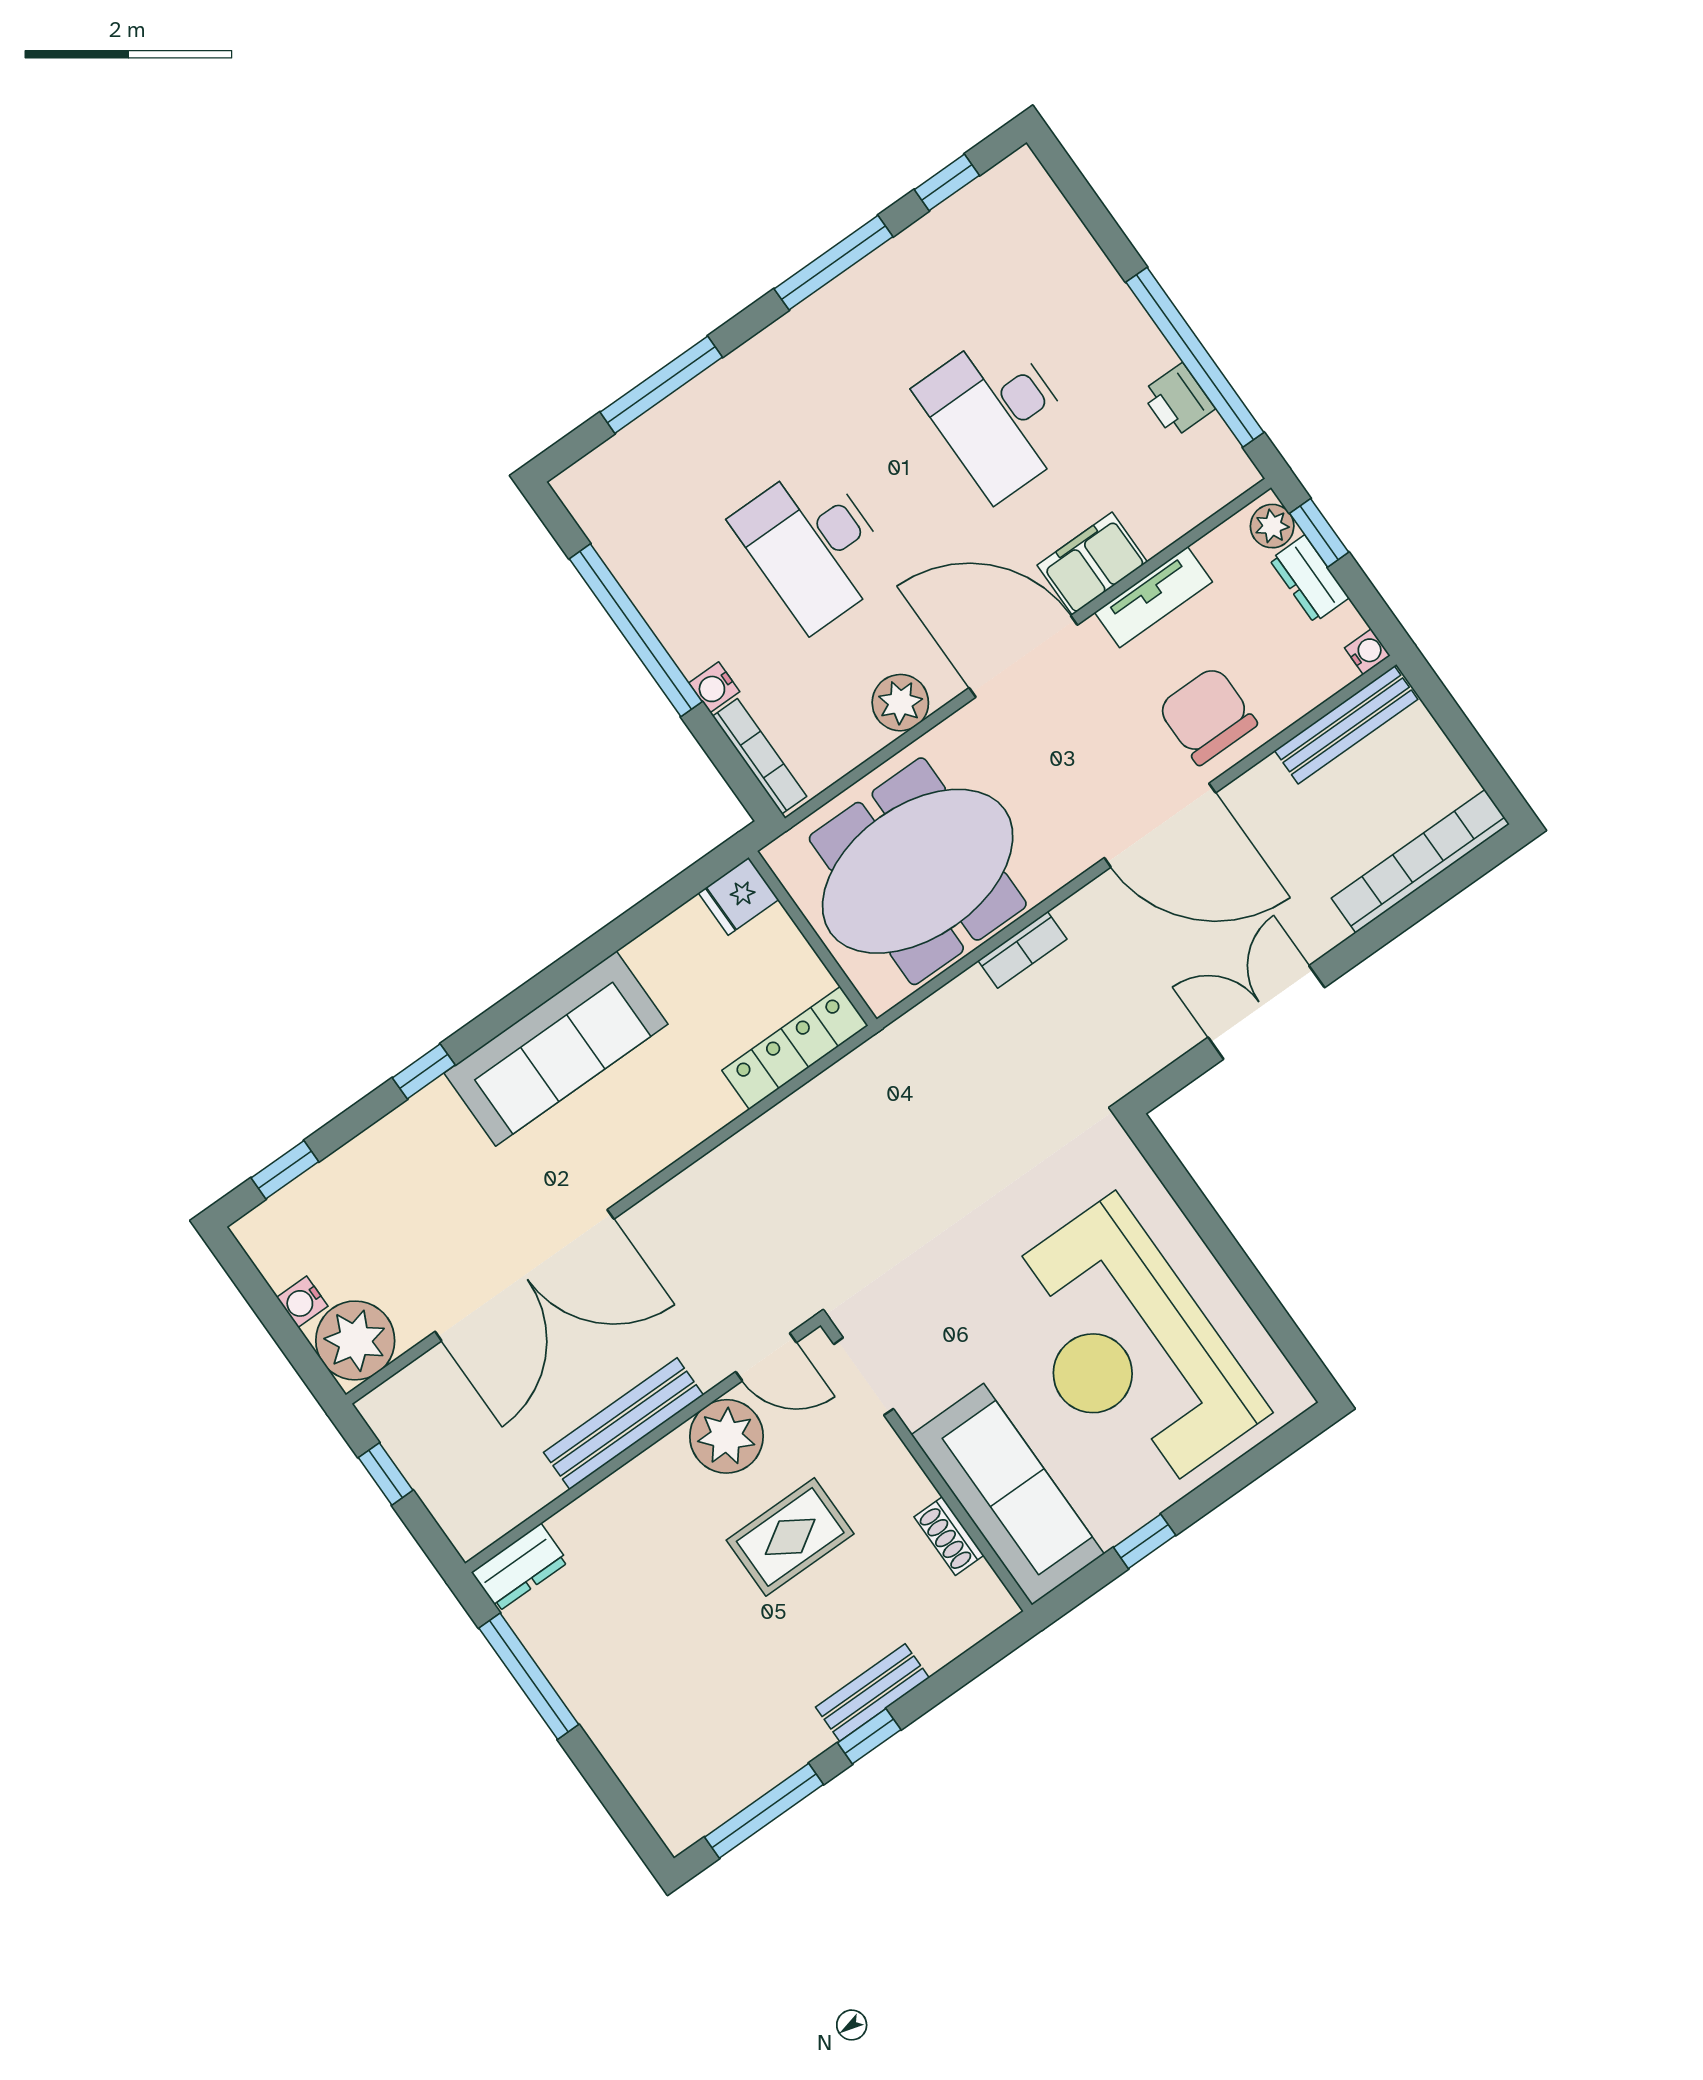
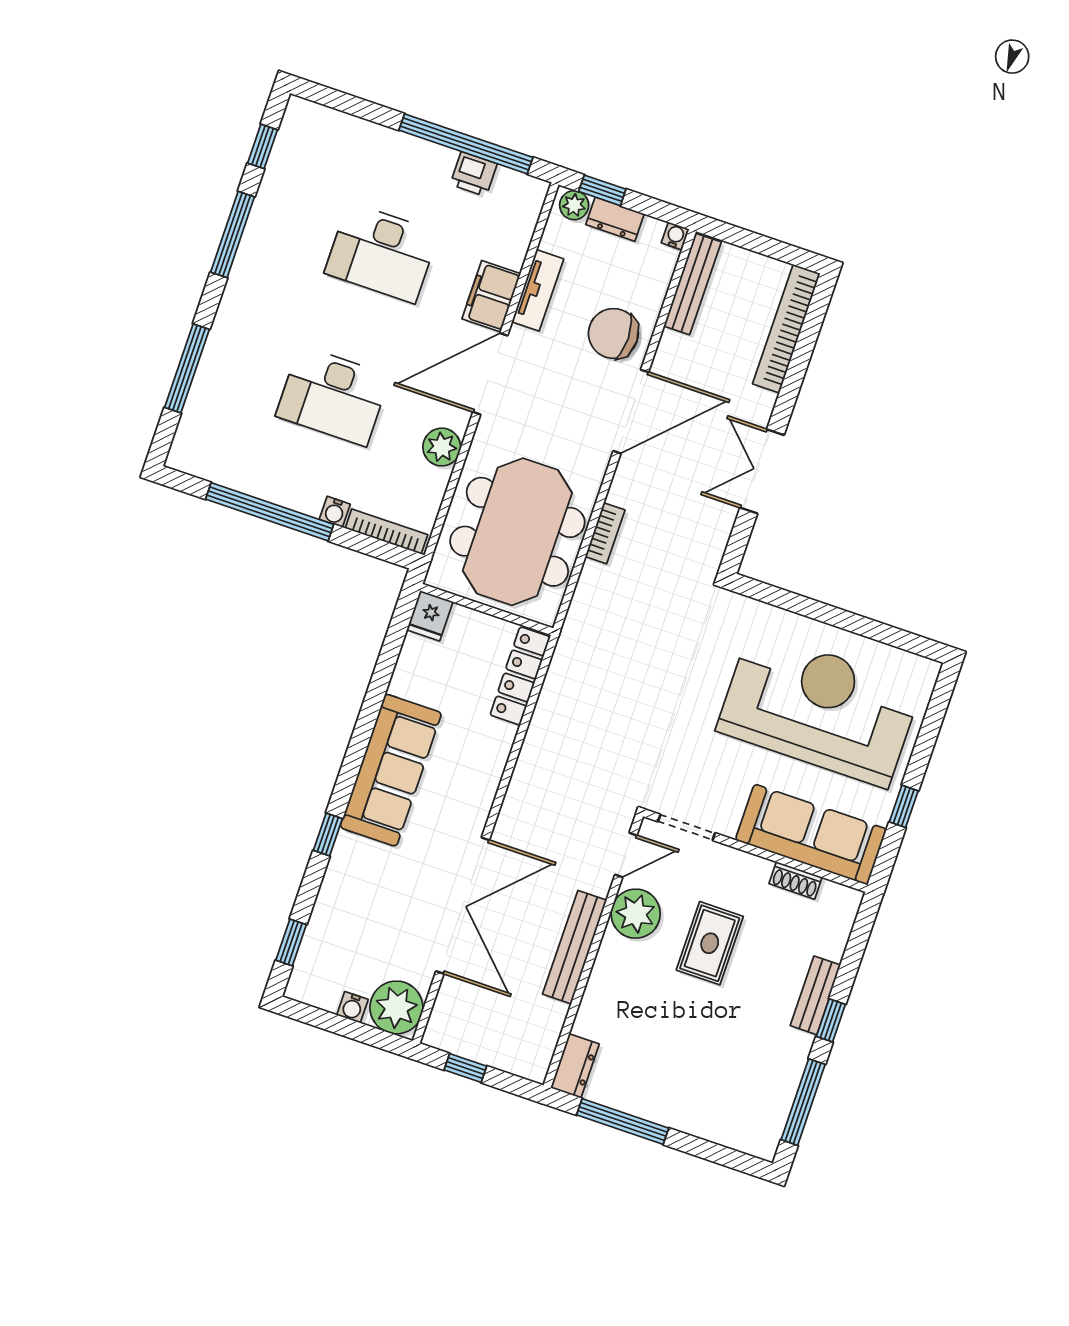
reception desk: (1128, 1349) -> (819, 708), turned 180

